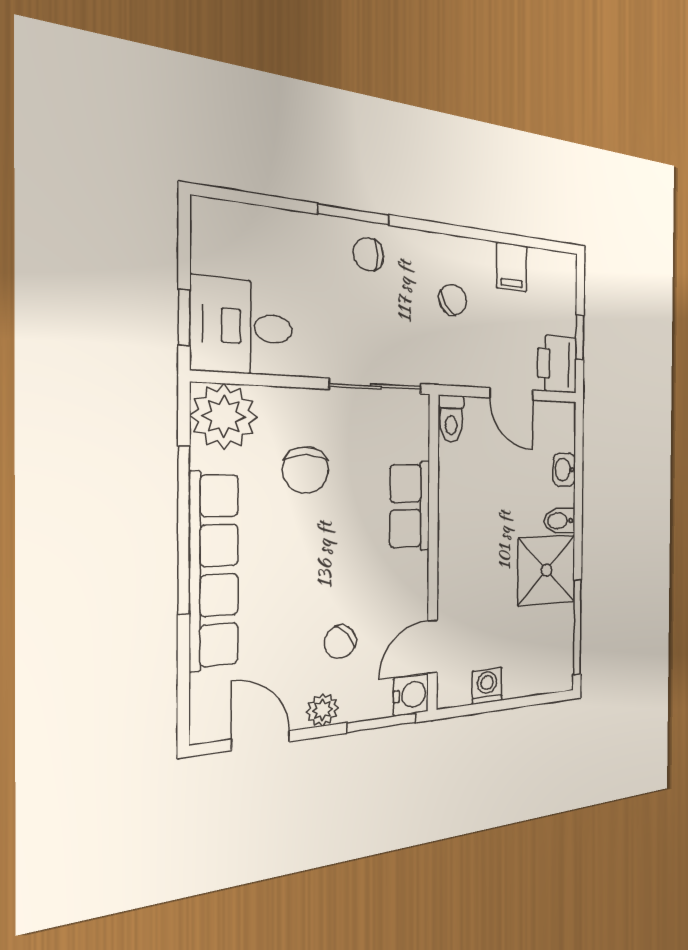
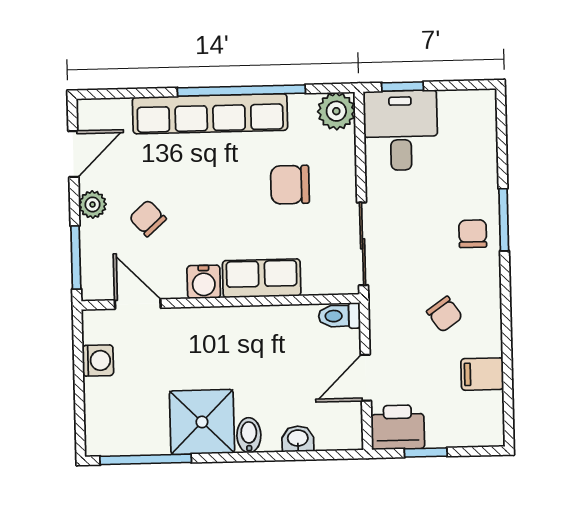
plant: (224, 416) -> (336, 111), width x0.73, depth x0.73
water cooler: (411, 695) -> (204, 282), moved

